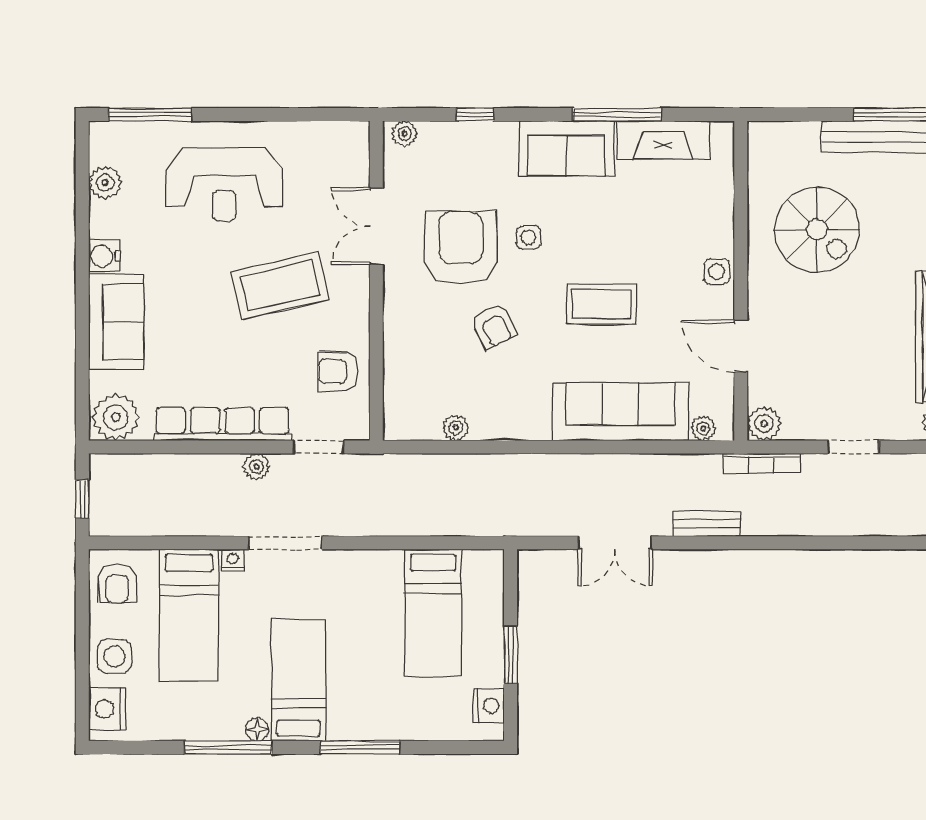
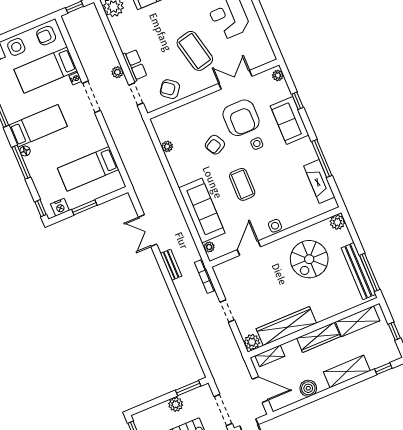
sofa: (566, 149) -> (290, 121), moved
armchair: (461, 248) -> (241, 118), turned 90
armchair: (338, 372) -> (170, 89), turned -52
row of seats: (222, 424) -> (135, 65), width x0.50
plant: (764, 424) -> (337, 222), moved
floor lamp: (257, 730) -> (25, 151), moved
window: (474, 747) -> (41, 208), added

